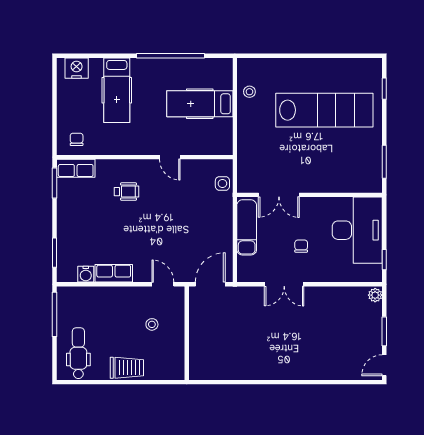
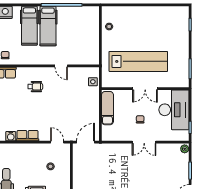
hospital bed: (200, 104) -> (48, 26), moved, turned -90
lab bench: (324, 110) -> (138, 61), moved
double door: (279, 195) -> (145, 89), moved
double door: (284, 284) -> (144, 142), moved

